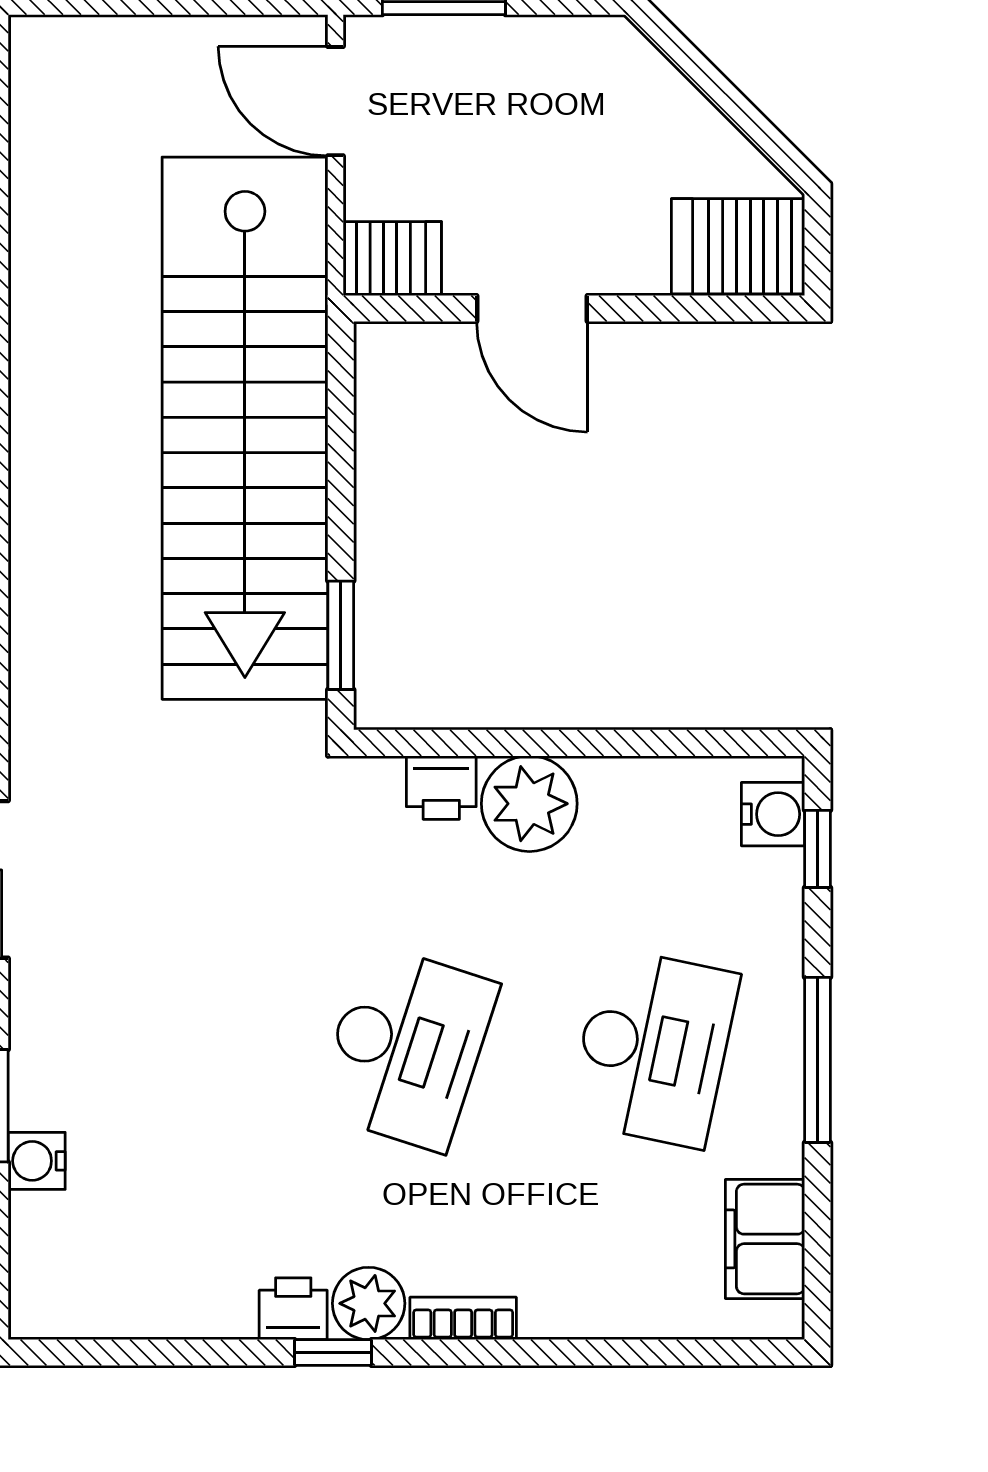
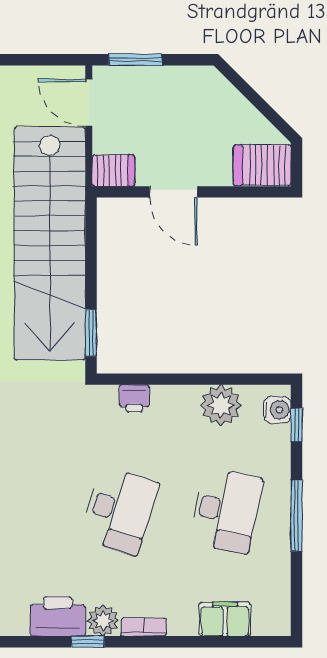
plant: (529, 804) -> (221, 405), moved
filing cabinet: (765, 1239) -> (225, 619), moved, turned 90
printer: (293, 1309) -> (58, 617), width x1.87, depth x1.48

